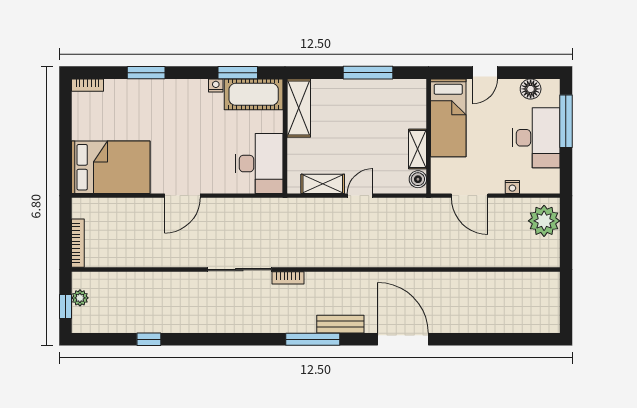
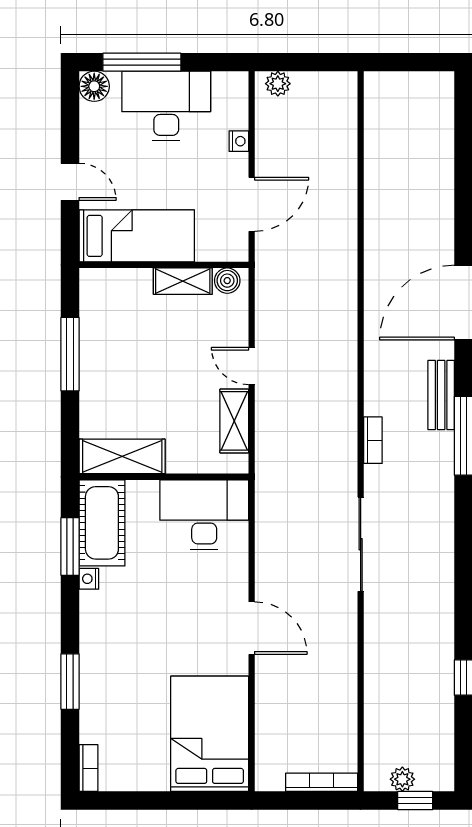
floor lamp: (531, 89) -> (94, 86), moved
plant: (544, 221) -> (278, 84), width x0.53, depth x0.53
bookcase: (288, 278) -> (373, 440), moved

